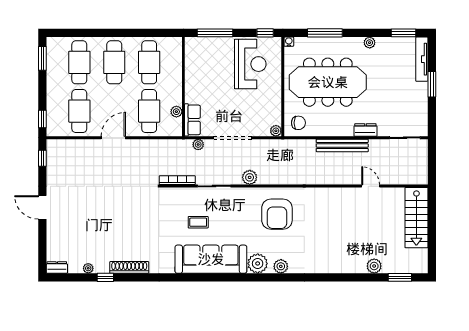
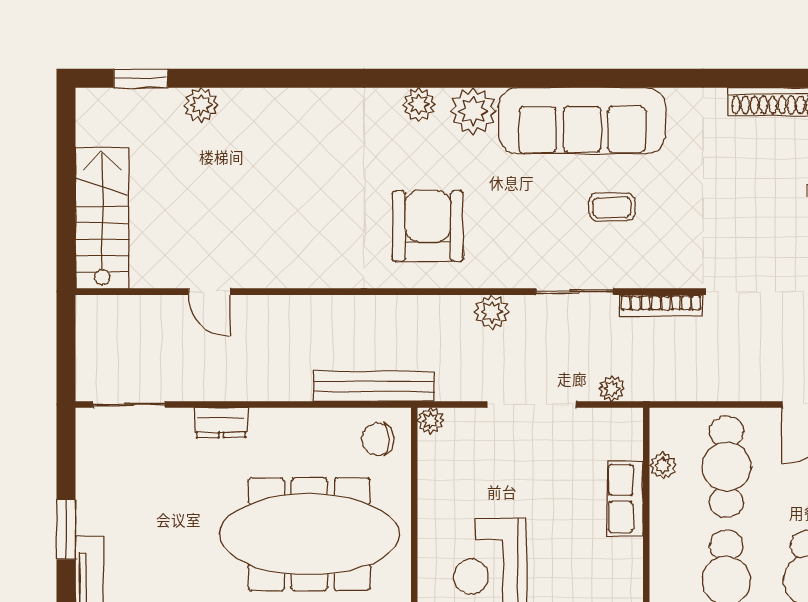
row of seats: (192, 120) -> (625, 499), moved
bench: (342, 145) -> (374, 386), moved

